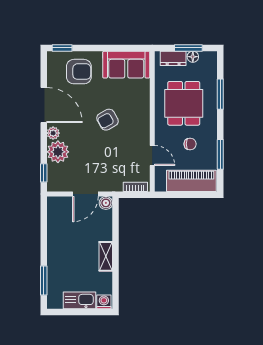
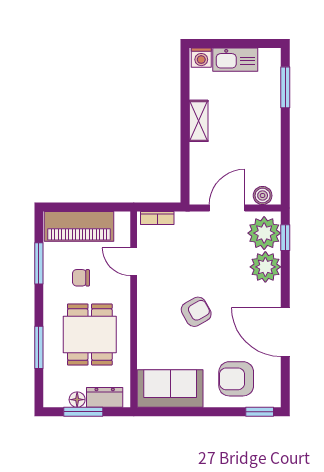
plant: (53, 133) -> (264, 233), moved, width x1.88, depth x1.88
boiler: (106, 203) -> (263, 196), moved

